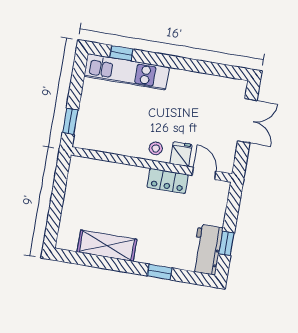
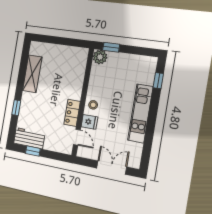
kitchen unit: (127, 72) -> (140, 113), moved
double door: (247, 121) -> (112, 168), swing flipped
plant: (84, 138) -> (100, 57), added
door: (204, 173) -> (77, 137), hinge flipped

